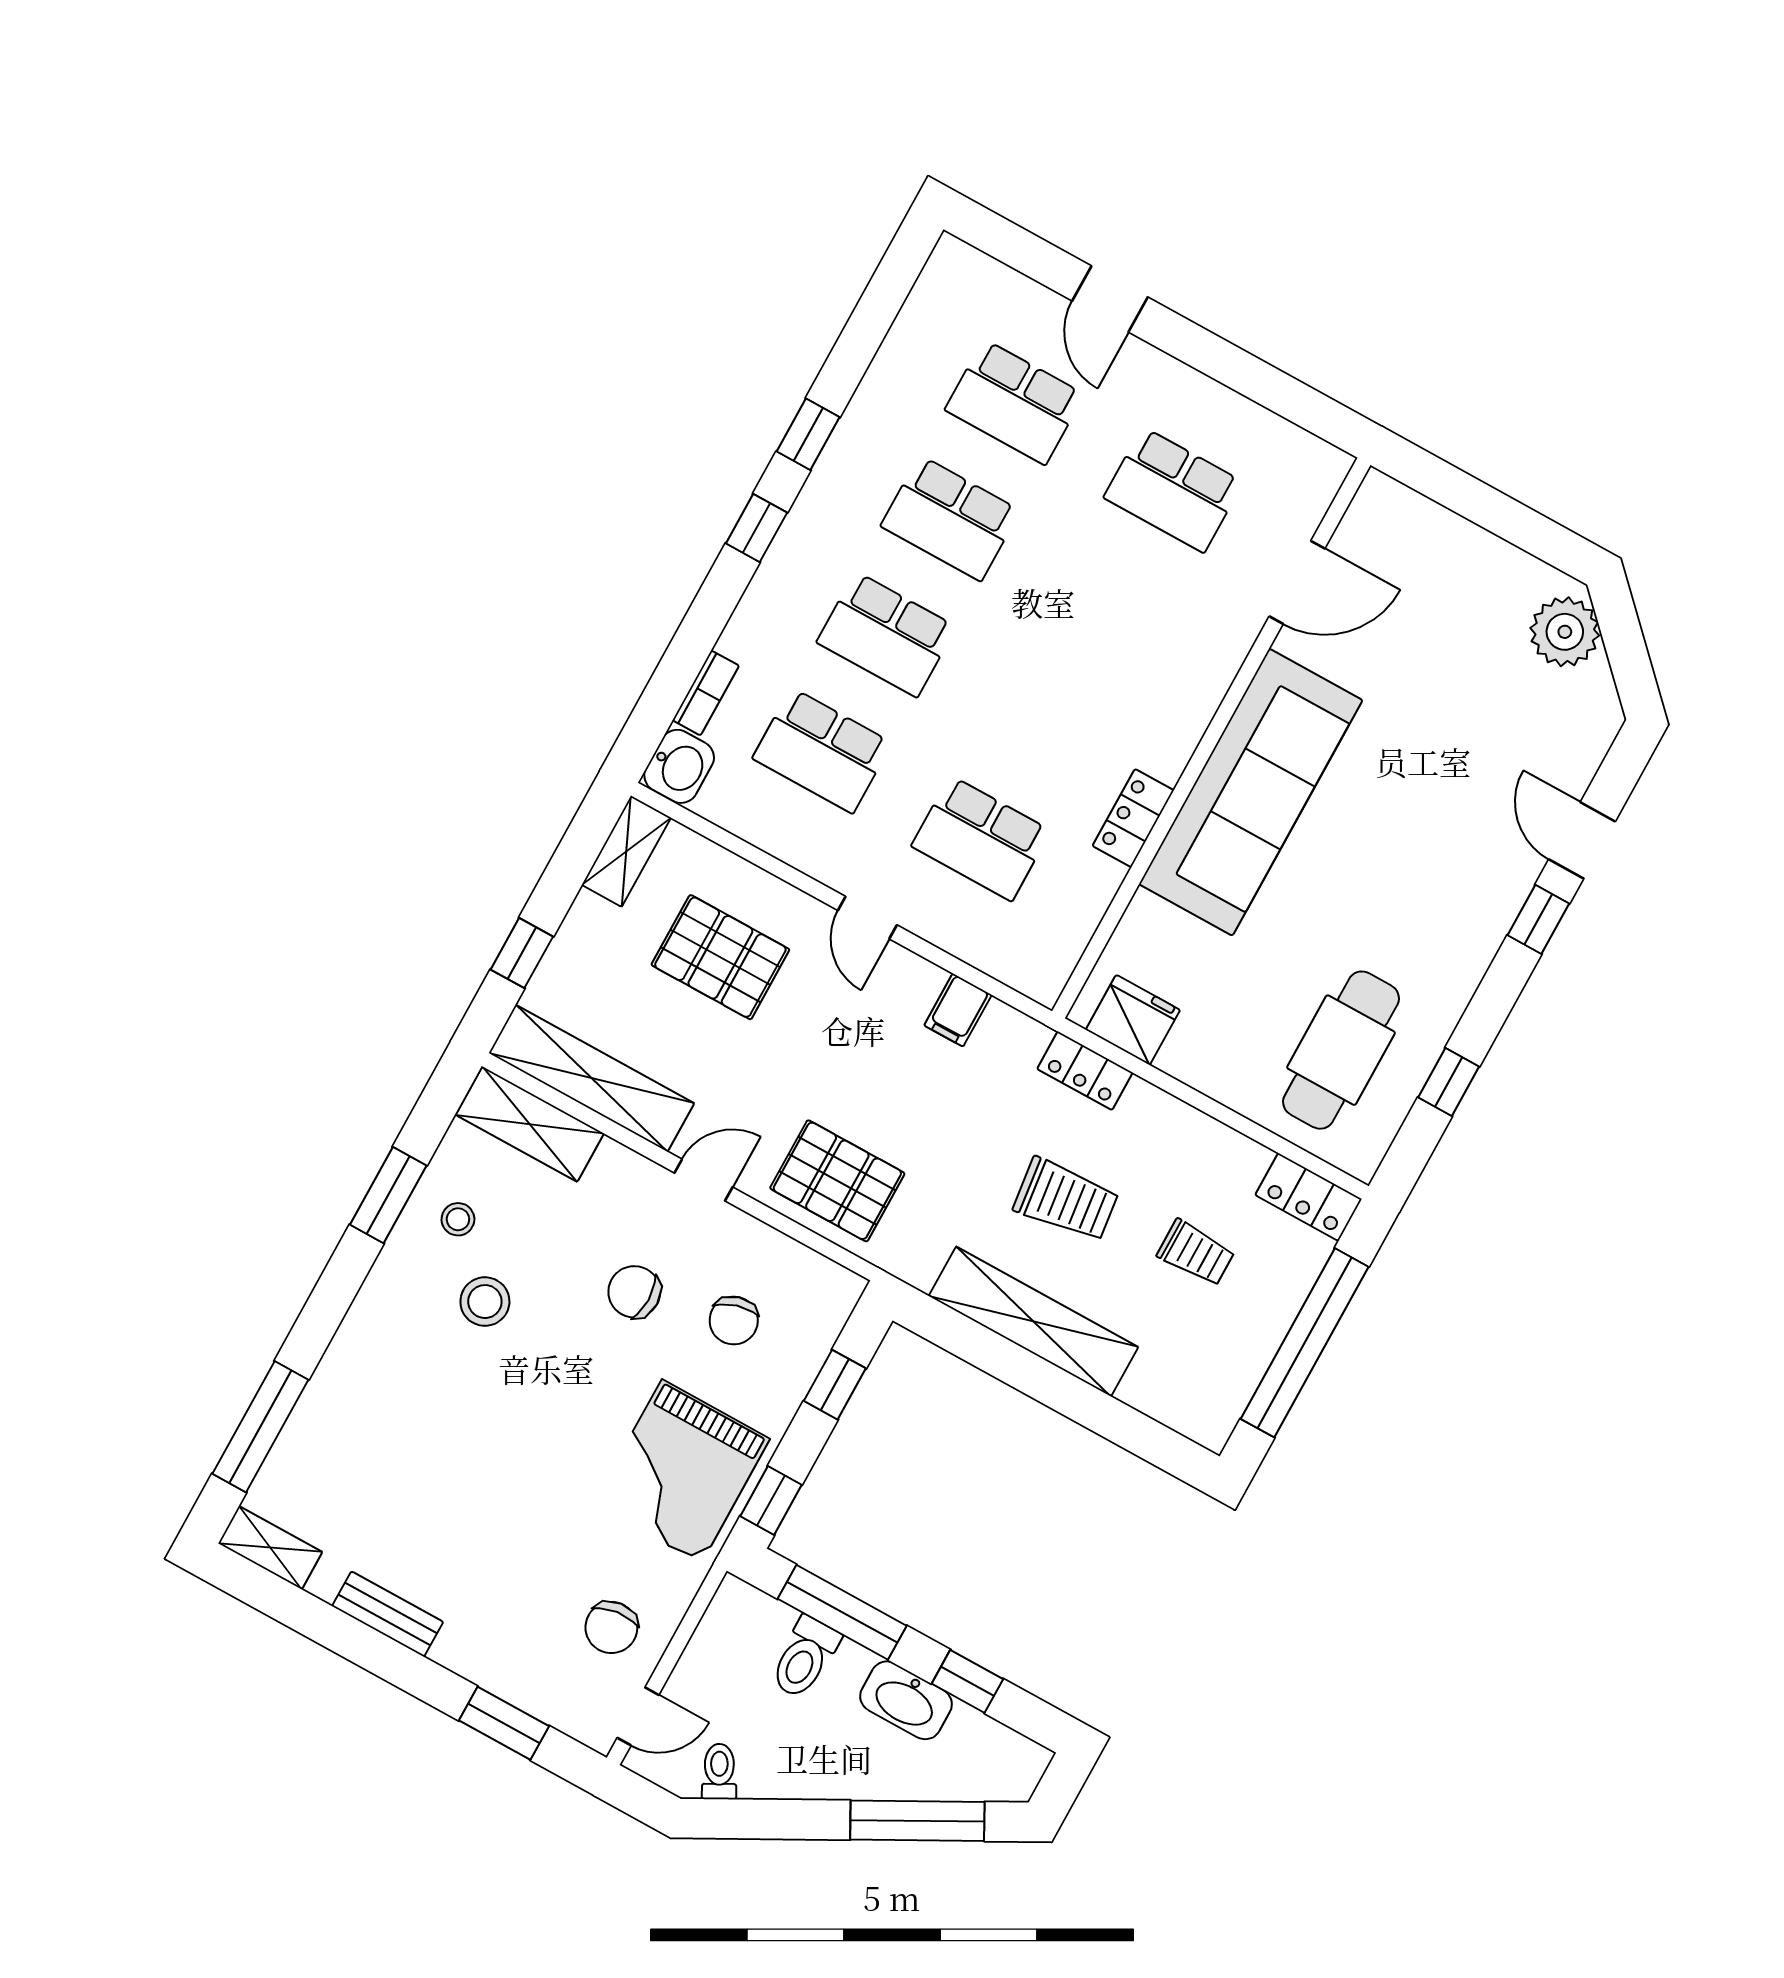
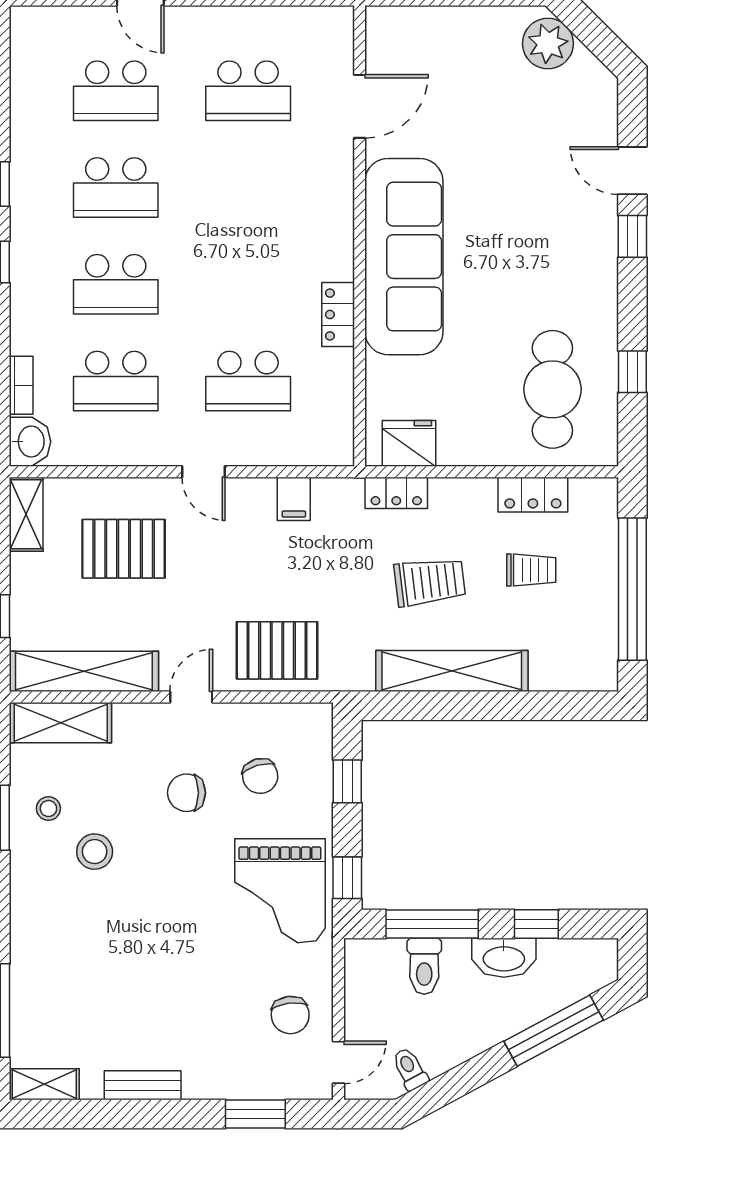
locker: (1309, 1197) -> (533, 495), moved

